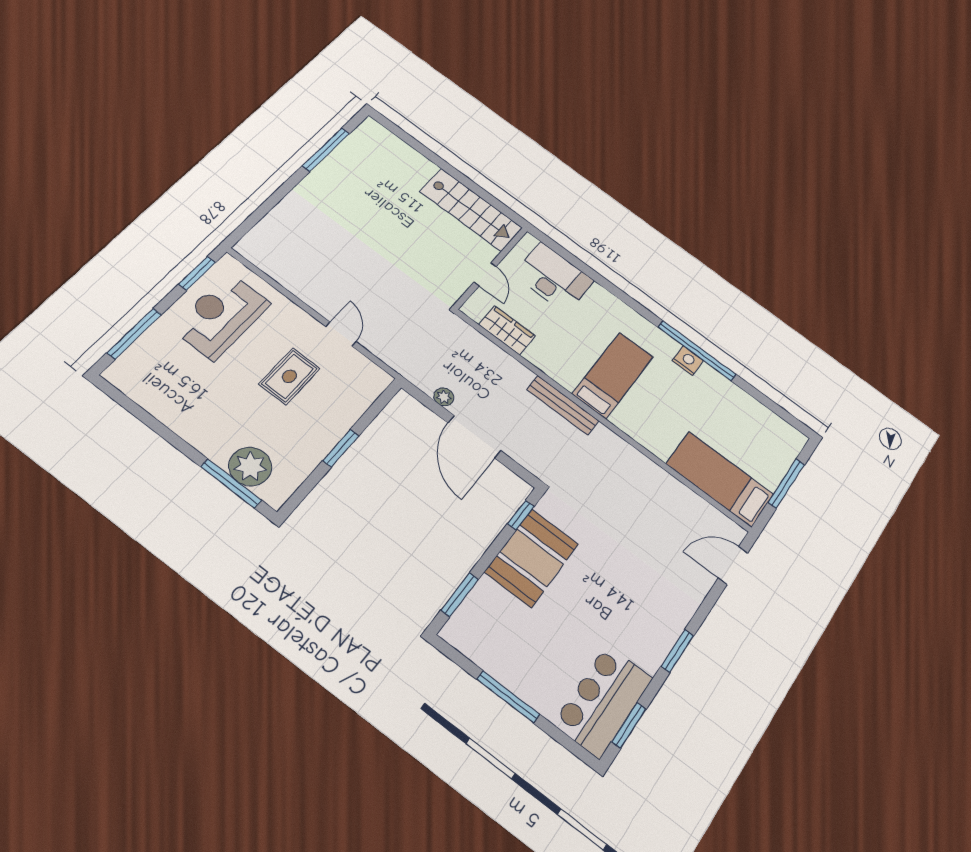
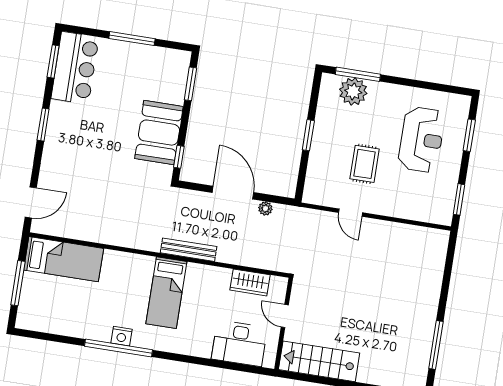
reception desk: (221, 316) -> (421, 140), moved
window: (134, 334) -> (469, 135), width x0.69

